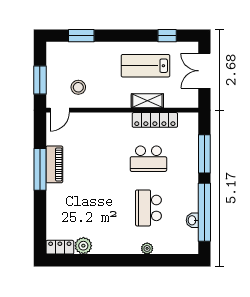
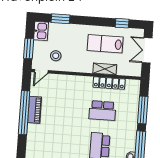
kitchen sink: (55, 54) -> (41, 31), added
window: (40, 169) -> (24, 113), width x1.46

